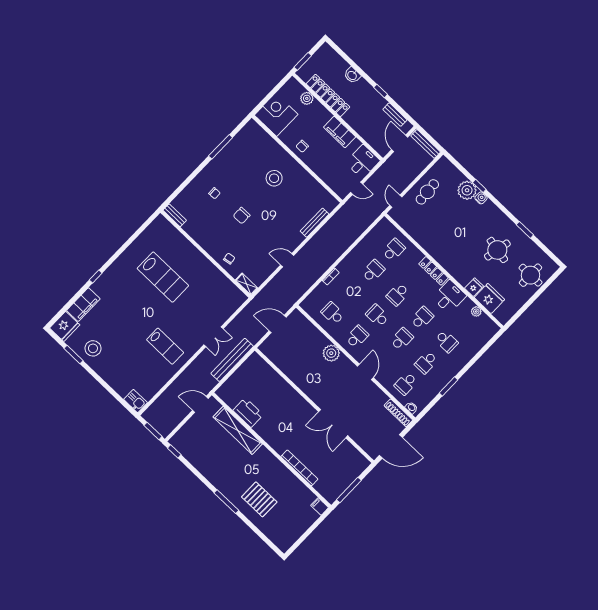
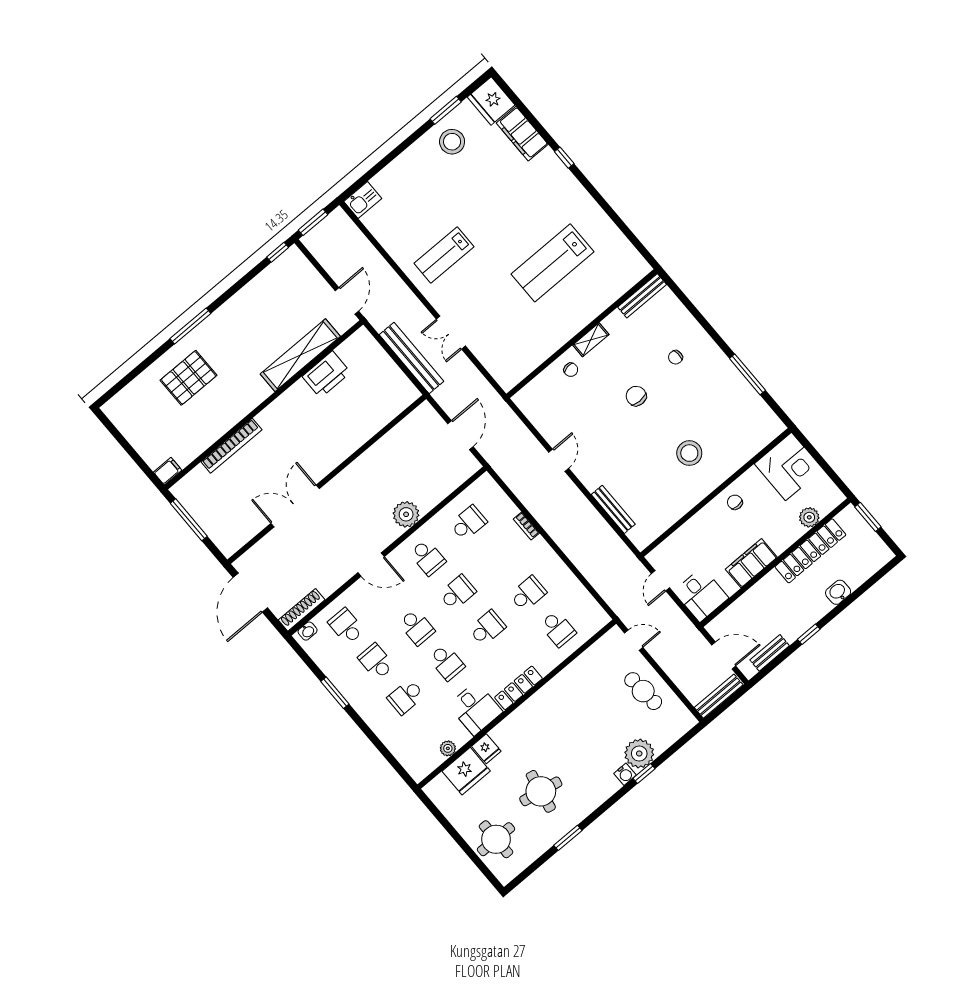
bench: (175, 215) -> (642, 296), width x1.36
school desk: (373, 271) -> (528, 594), turned -90
shelving: (247, 284) -> (591, 340), moved
school desk: (398, 294) -> (487, 628), turned 90

